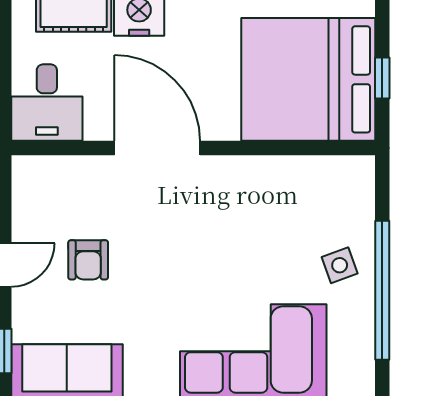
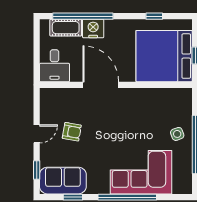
armchair: (88, 260) -> (72, 132), turned -80

